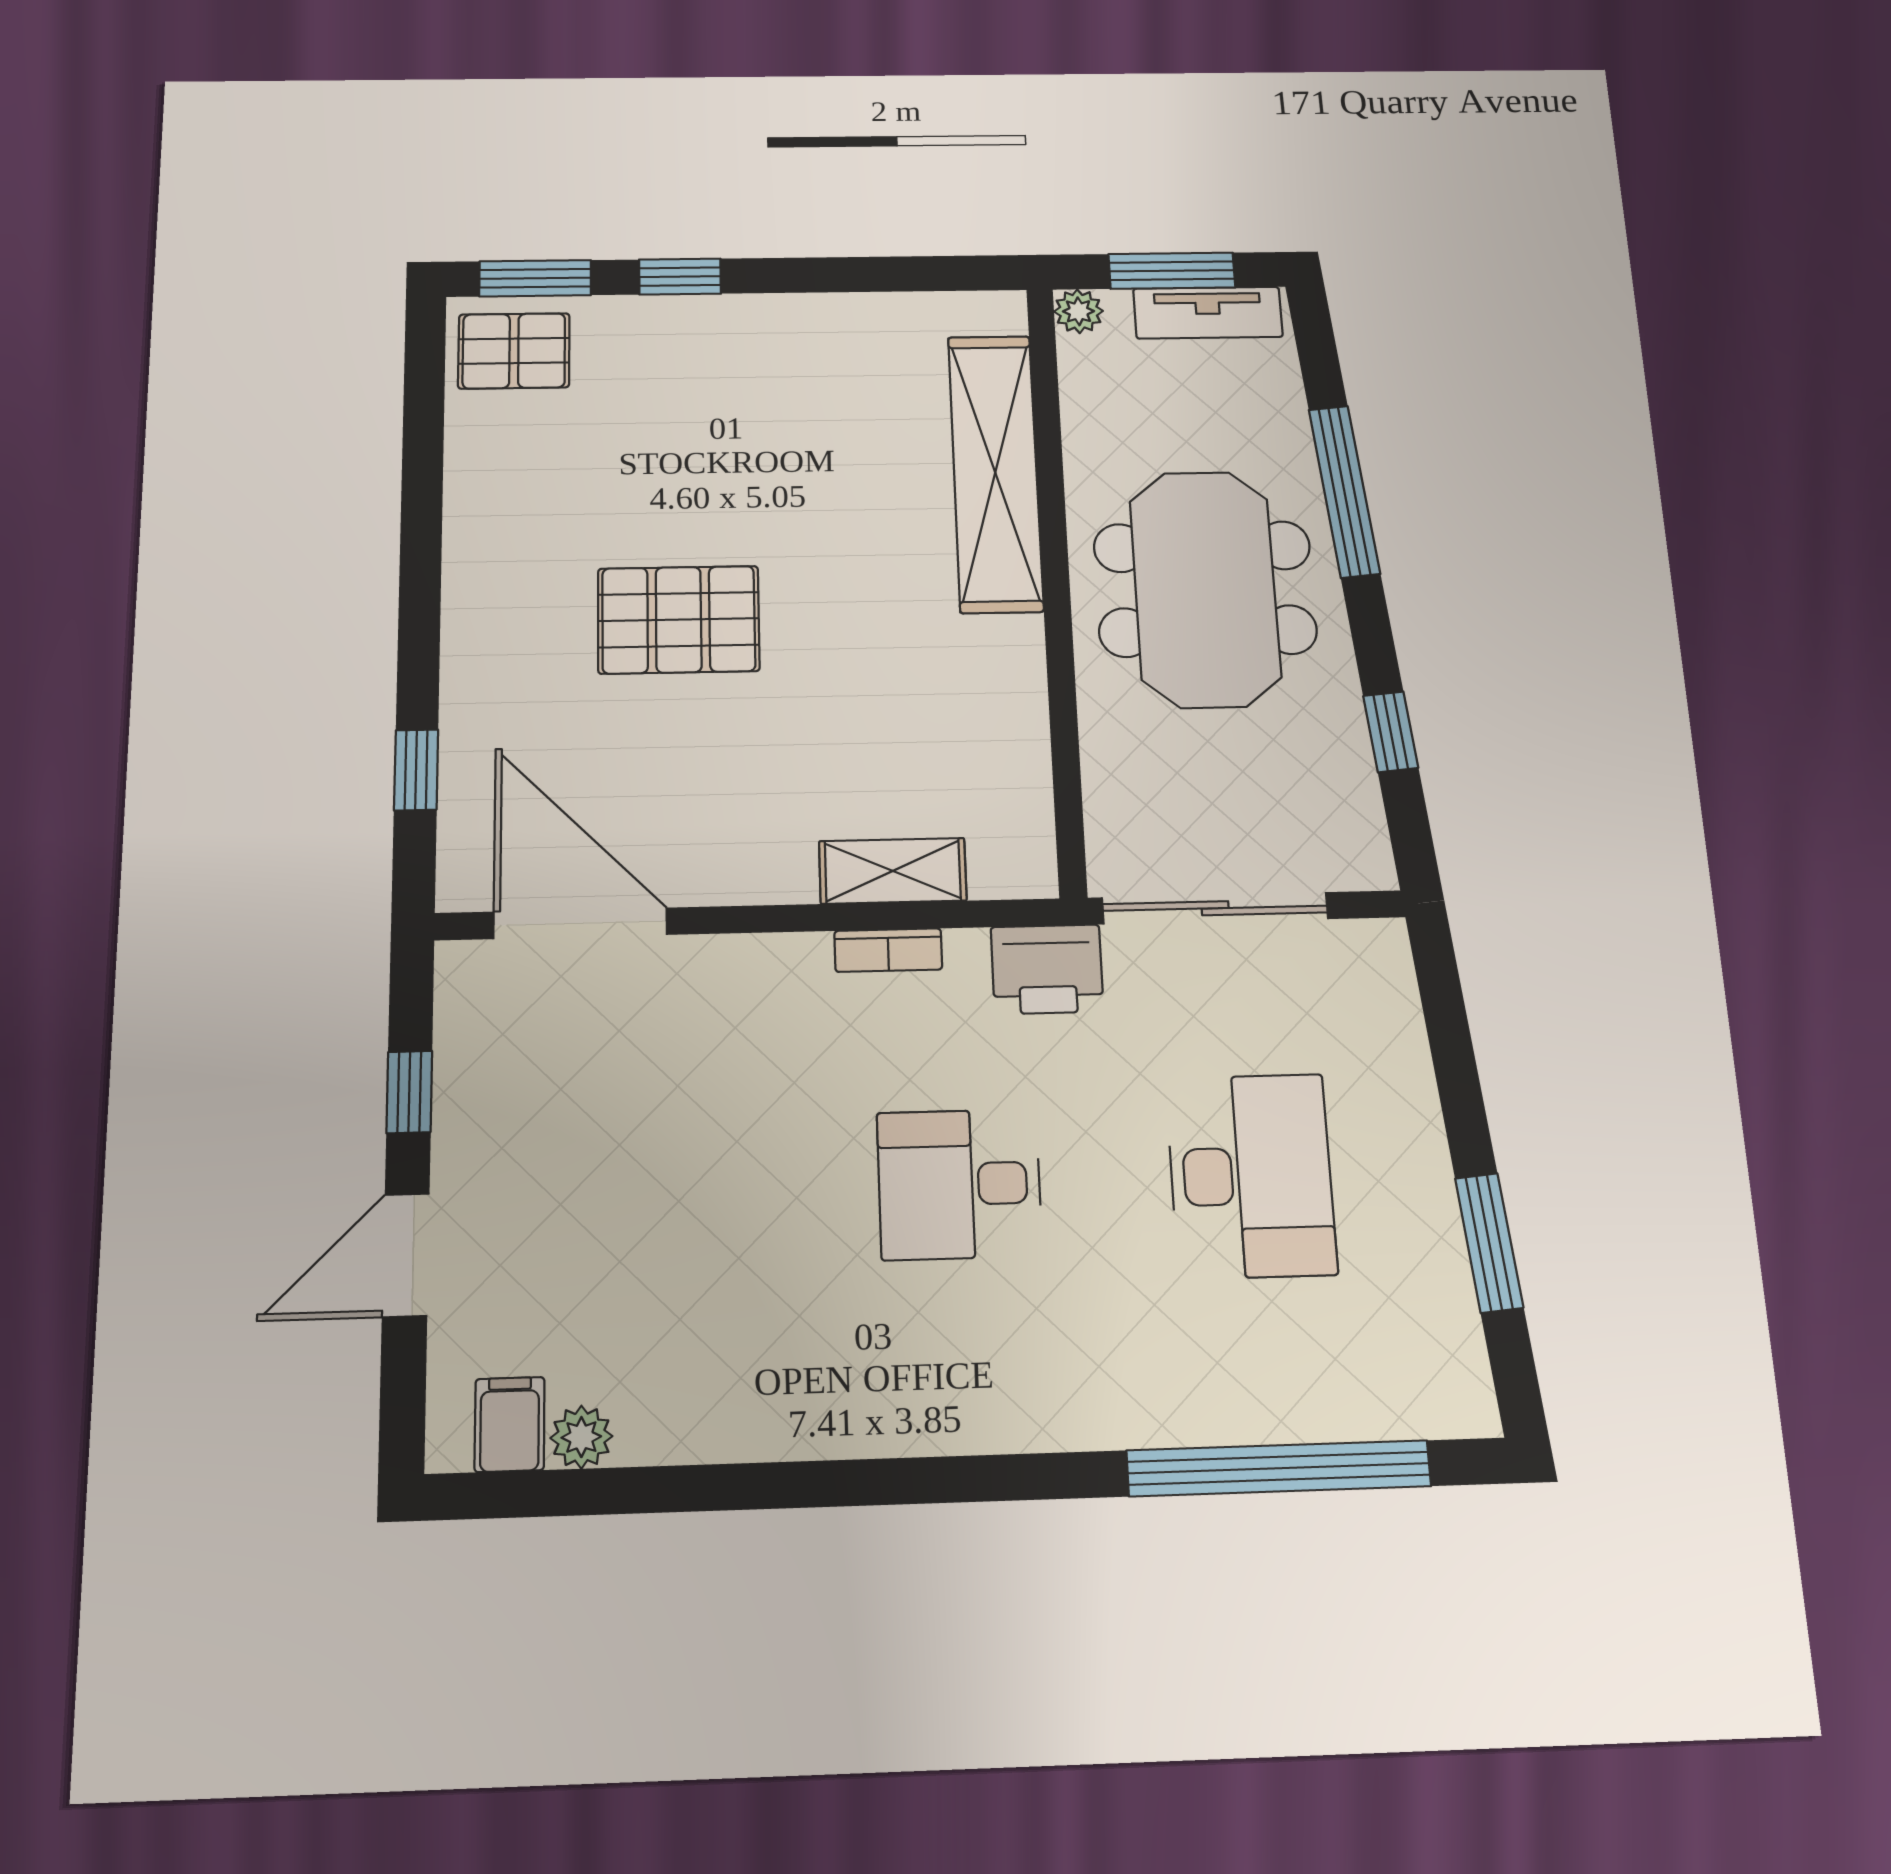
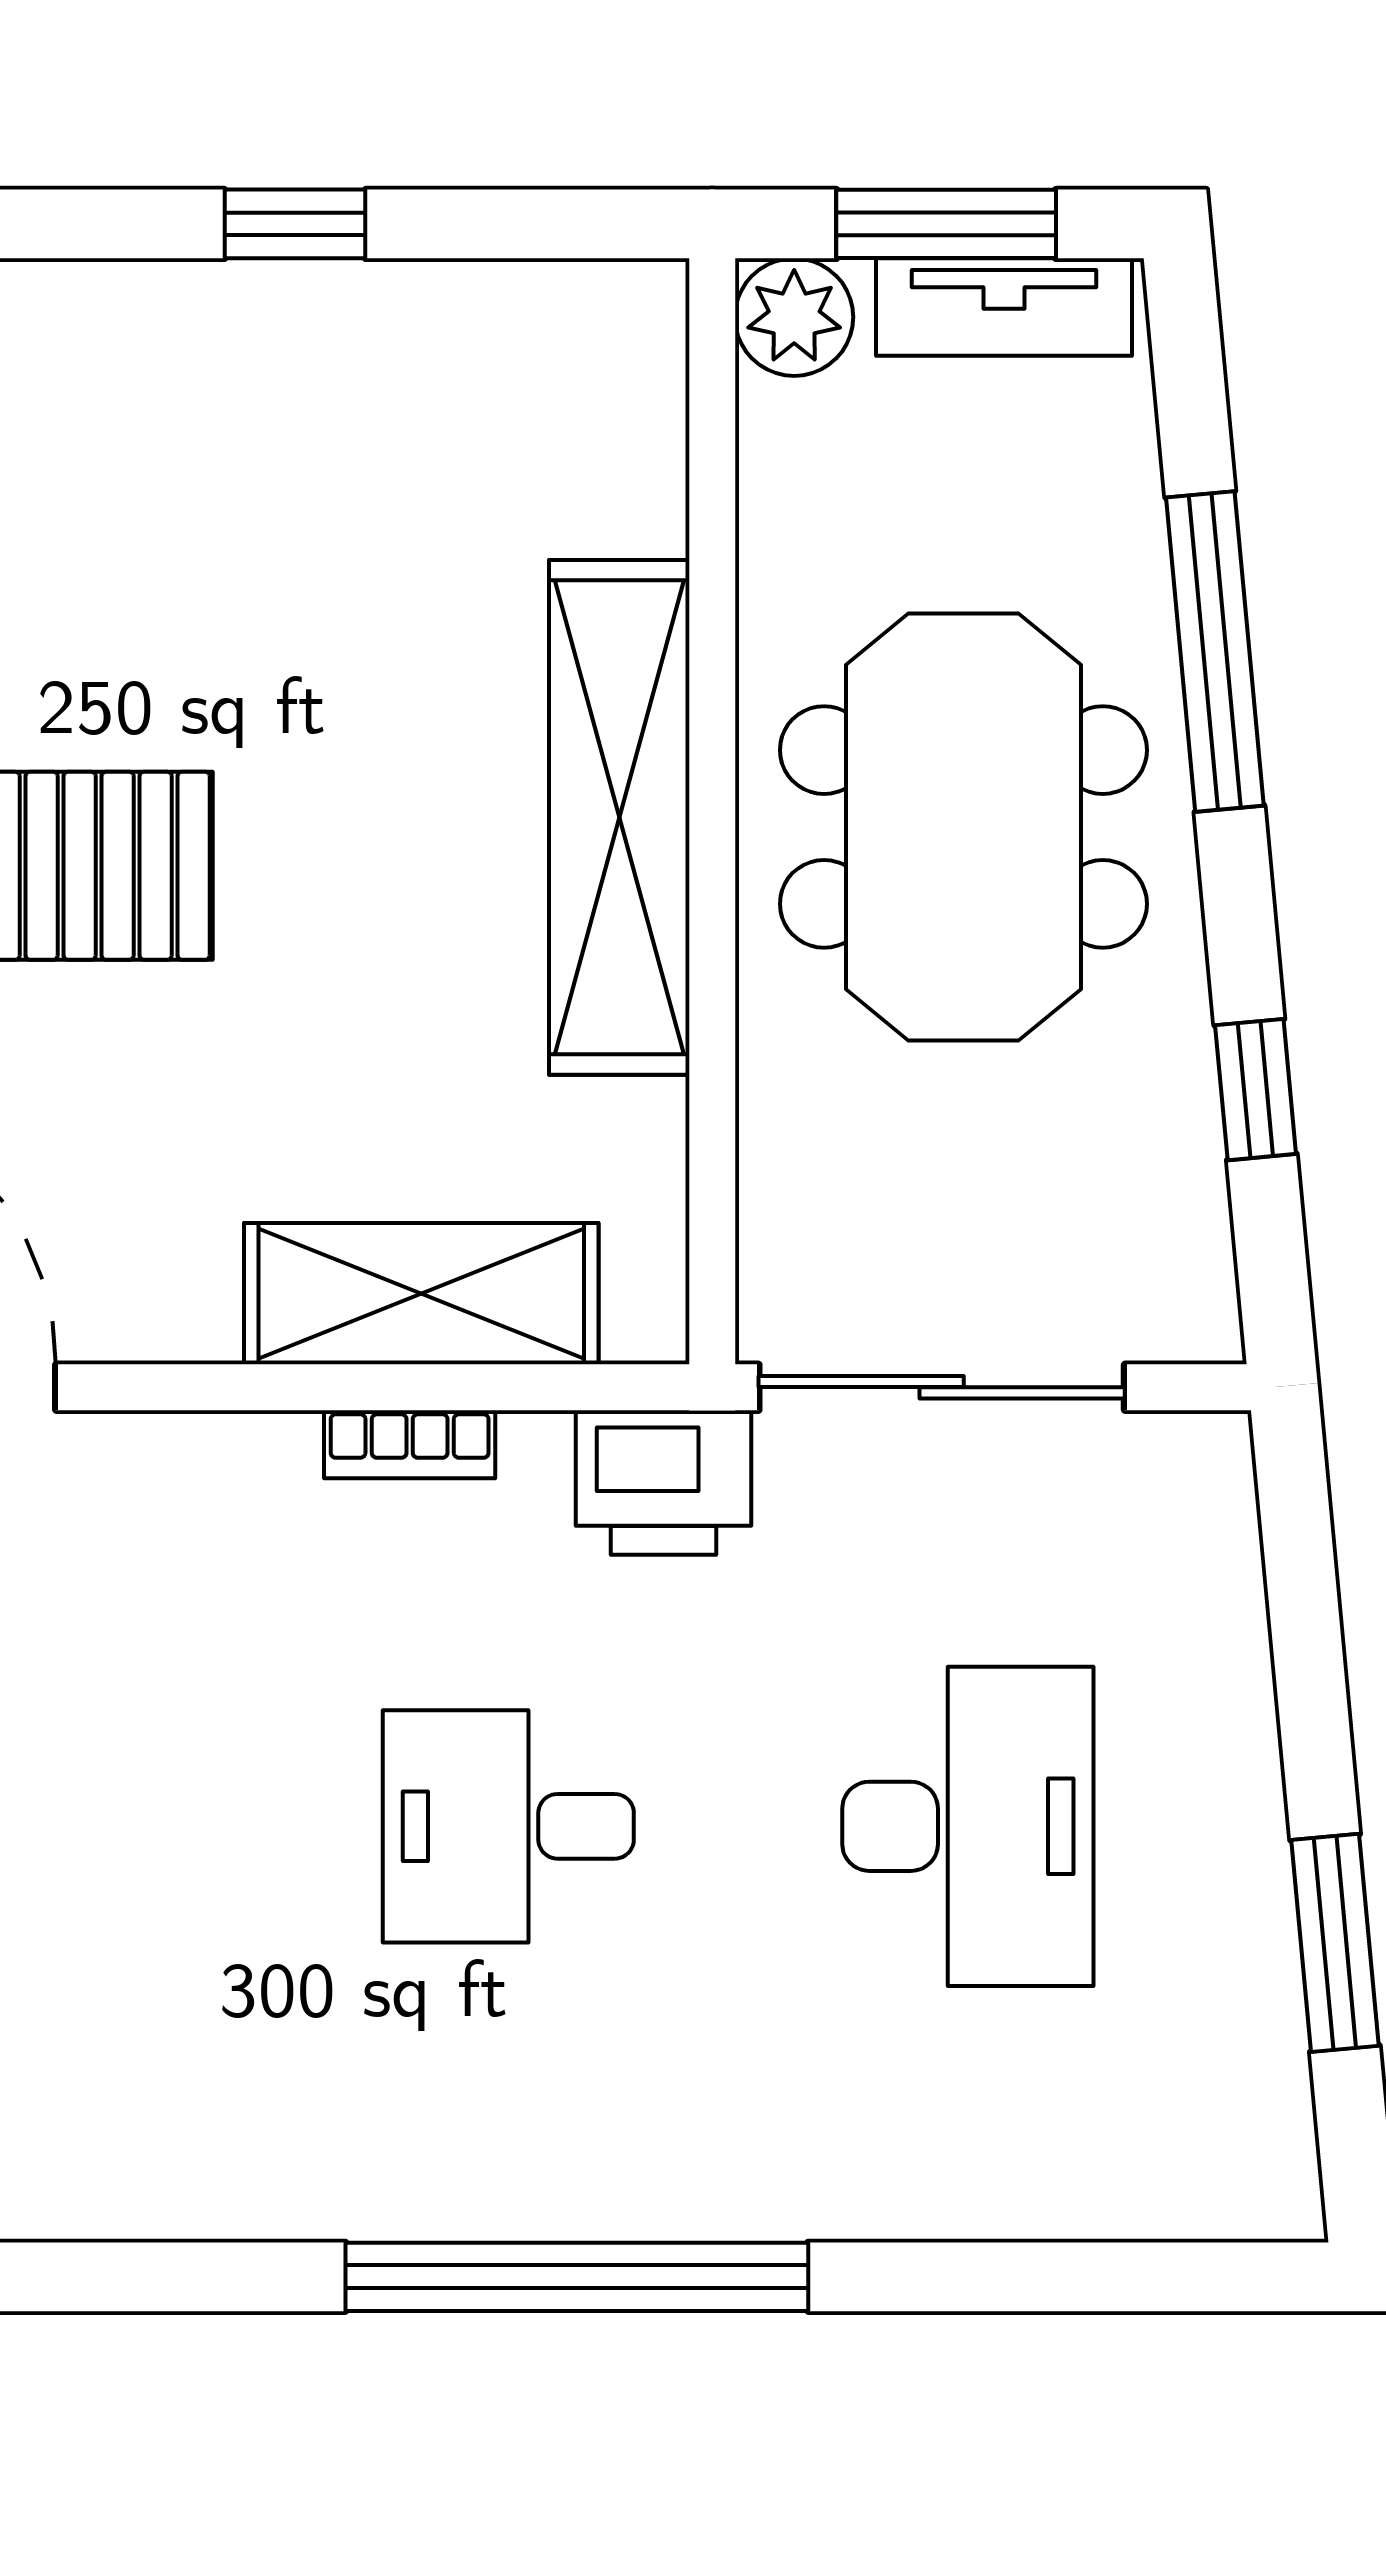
window: (680, 277) -> (295, 224), moved
plant: (1079, 311) -> (794, 317), width x1.38, depth x1.38
shelving: (995, 473) -> (619, 817), moved
shelving: (893, 871) -> (421, 1294), width x1.50, depth x1.33
window: (1279, 1468) -> (577, 2277), moved

